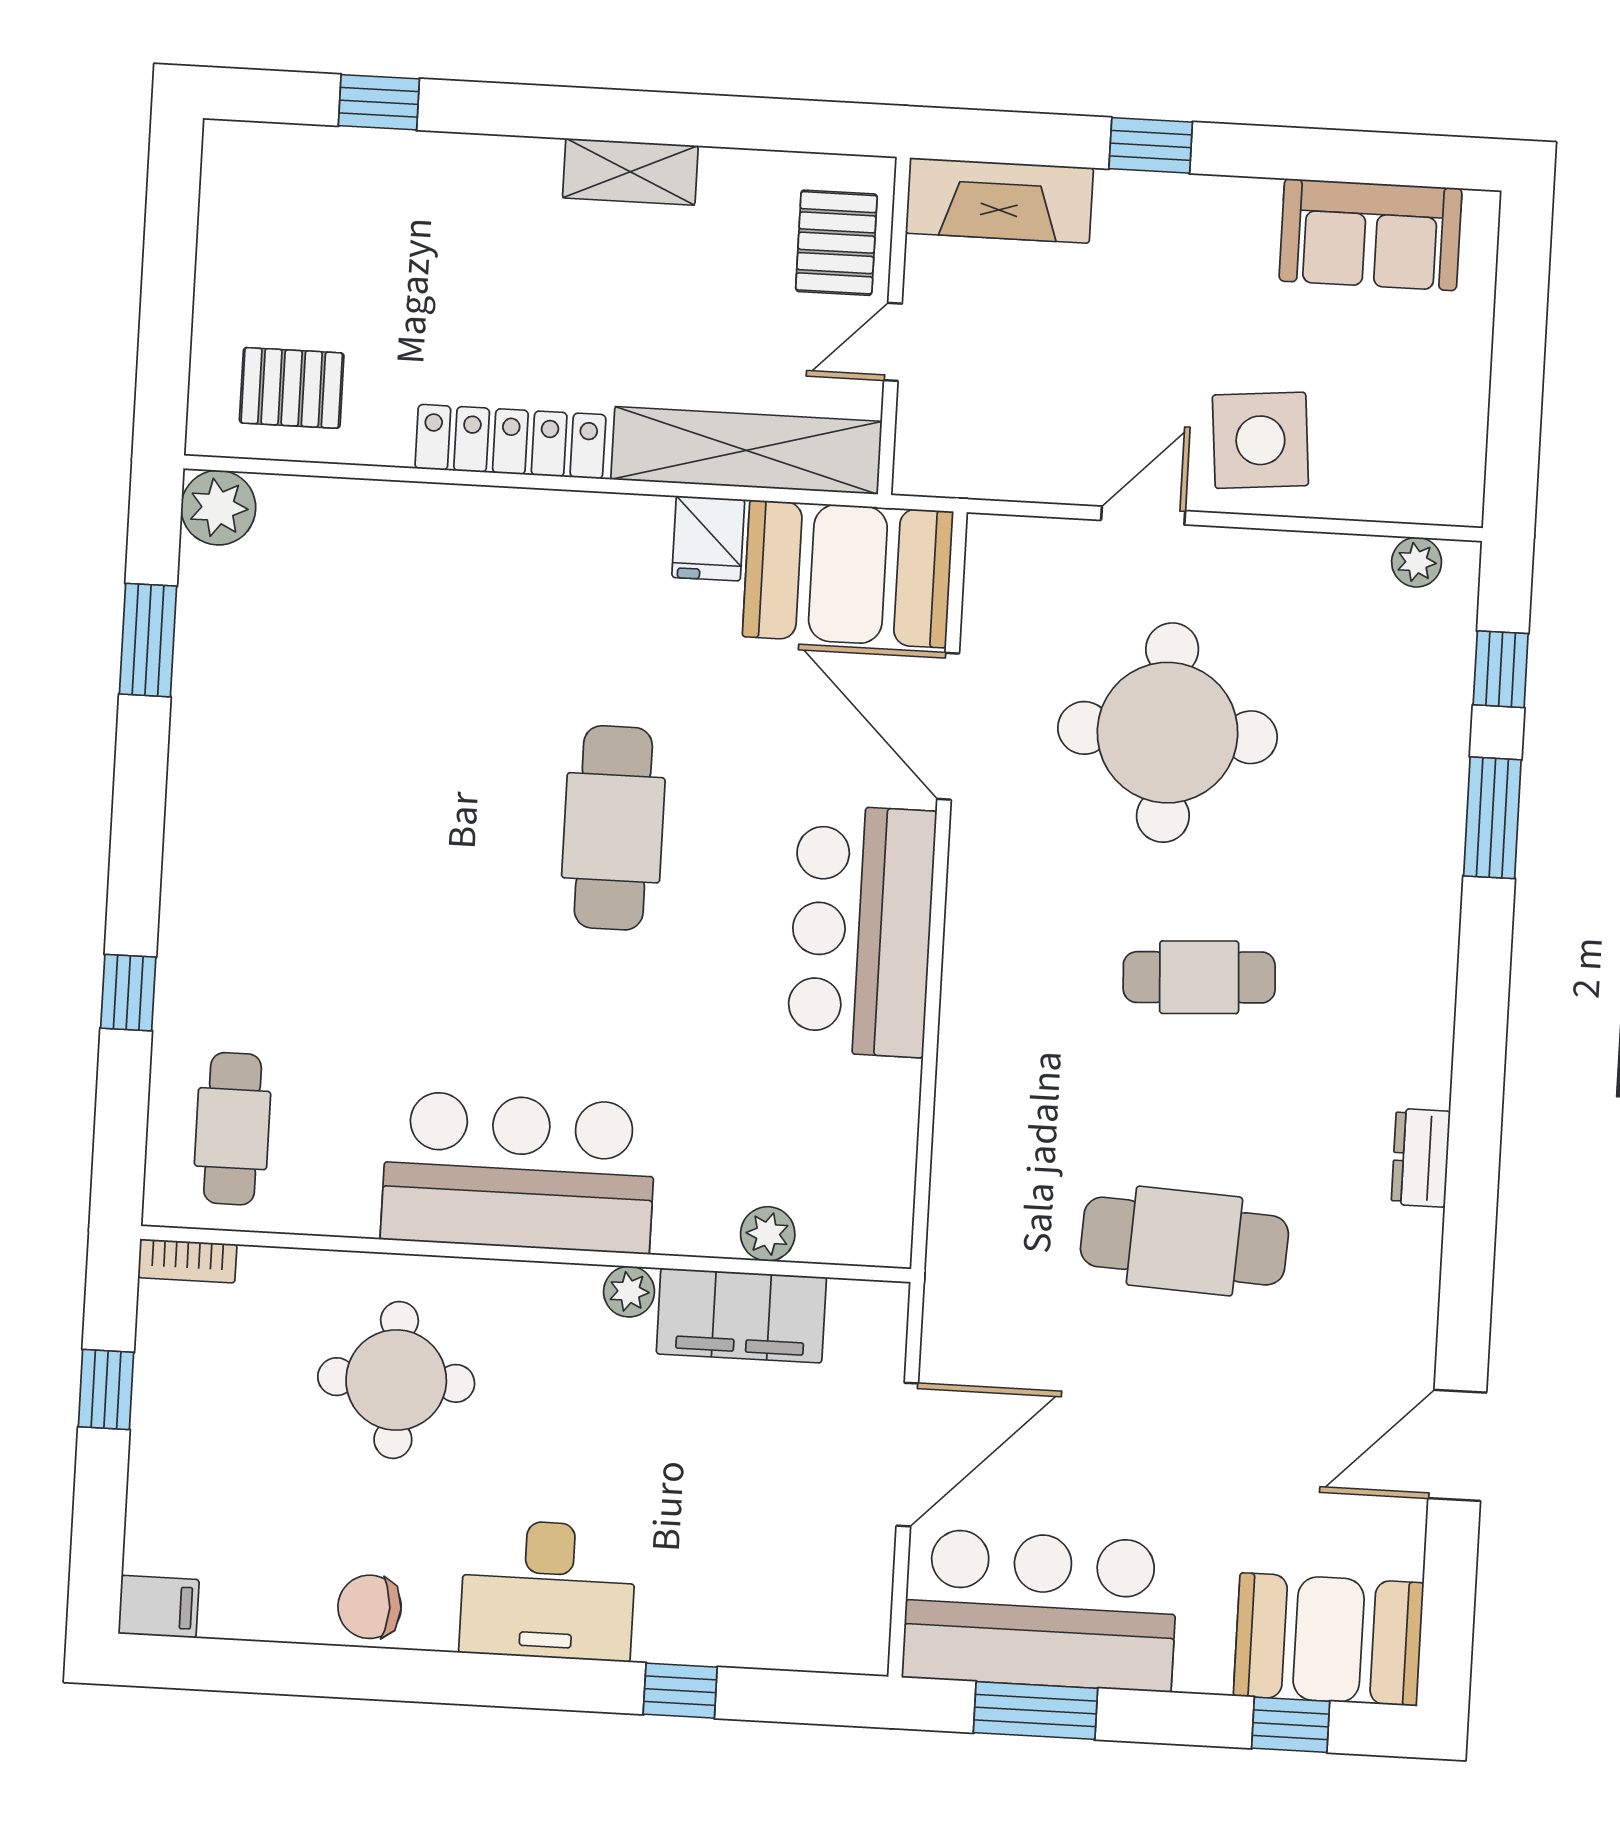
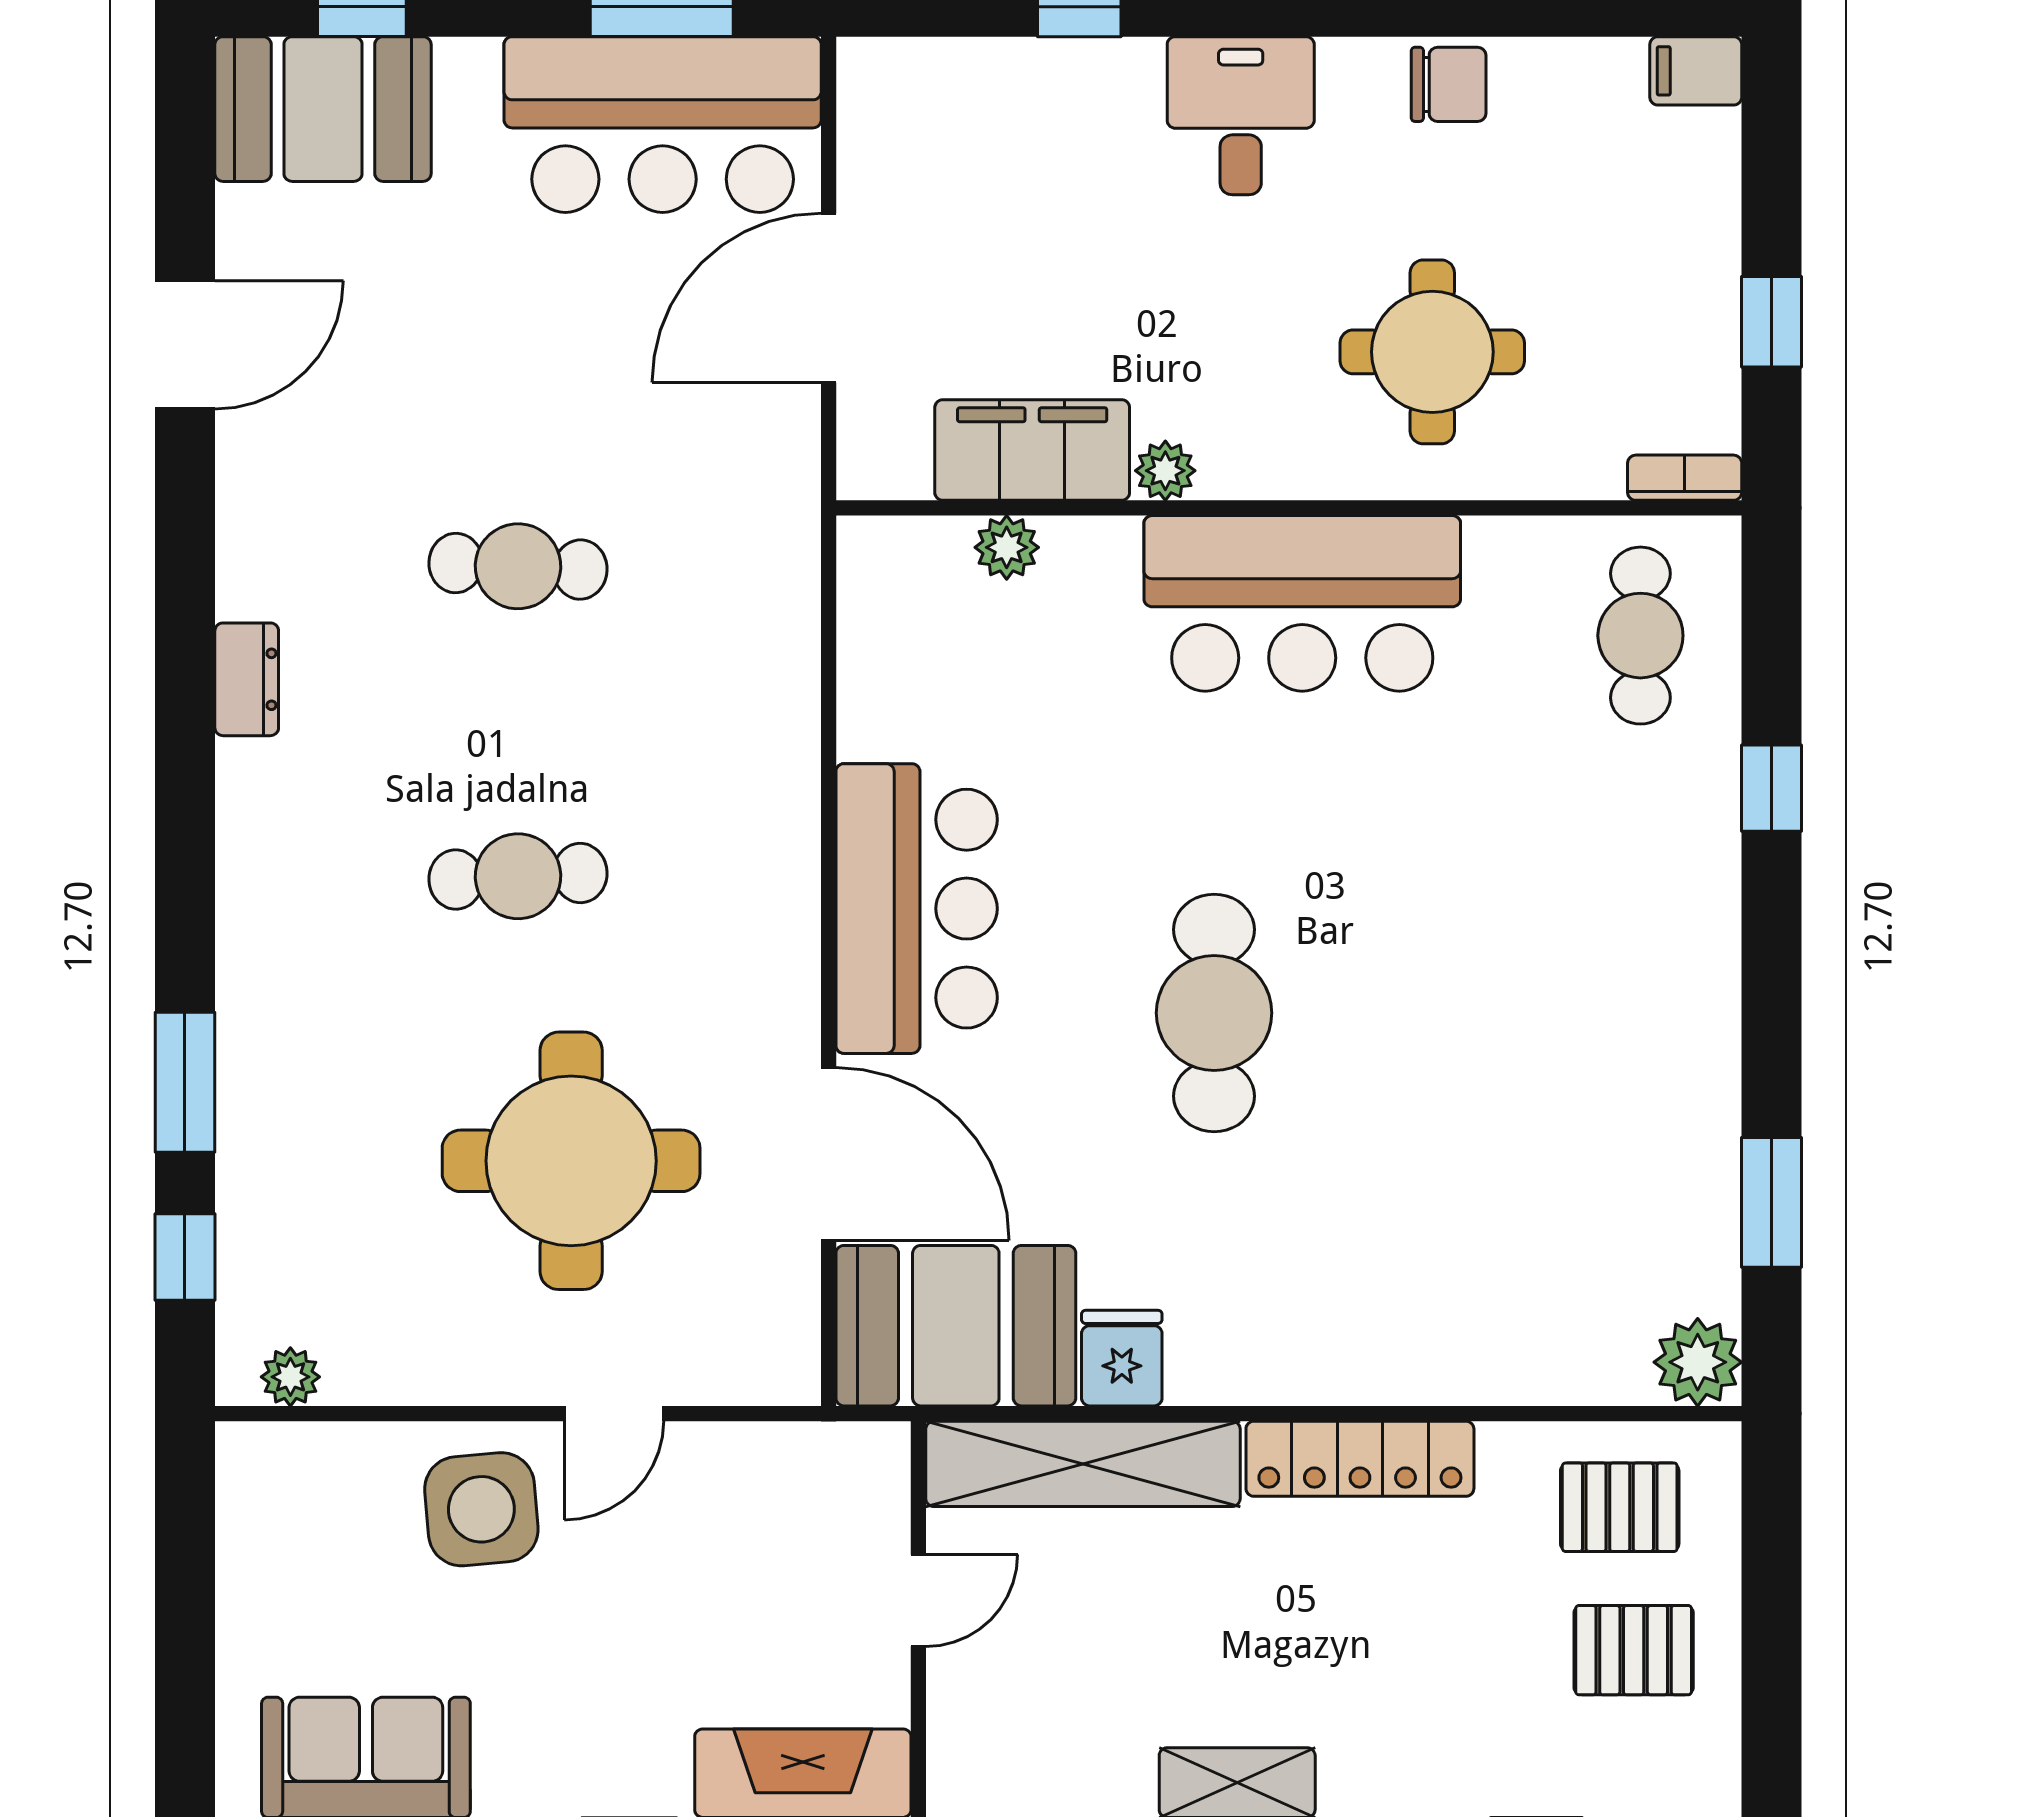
pallet: (836, 243) -> (1634, 1650), moved, turned 90
cafe table: (1184, 1241) -> (518, 566), width x0.73, depth x0.74
desk: (548, 1590) -> (1241, 116), width x0.73

